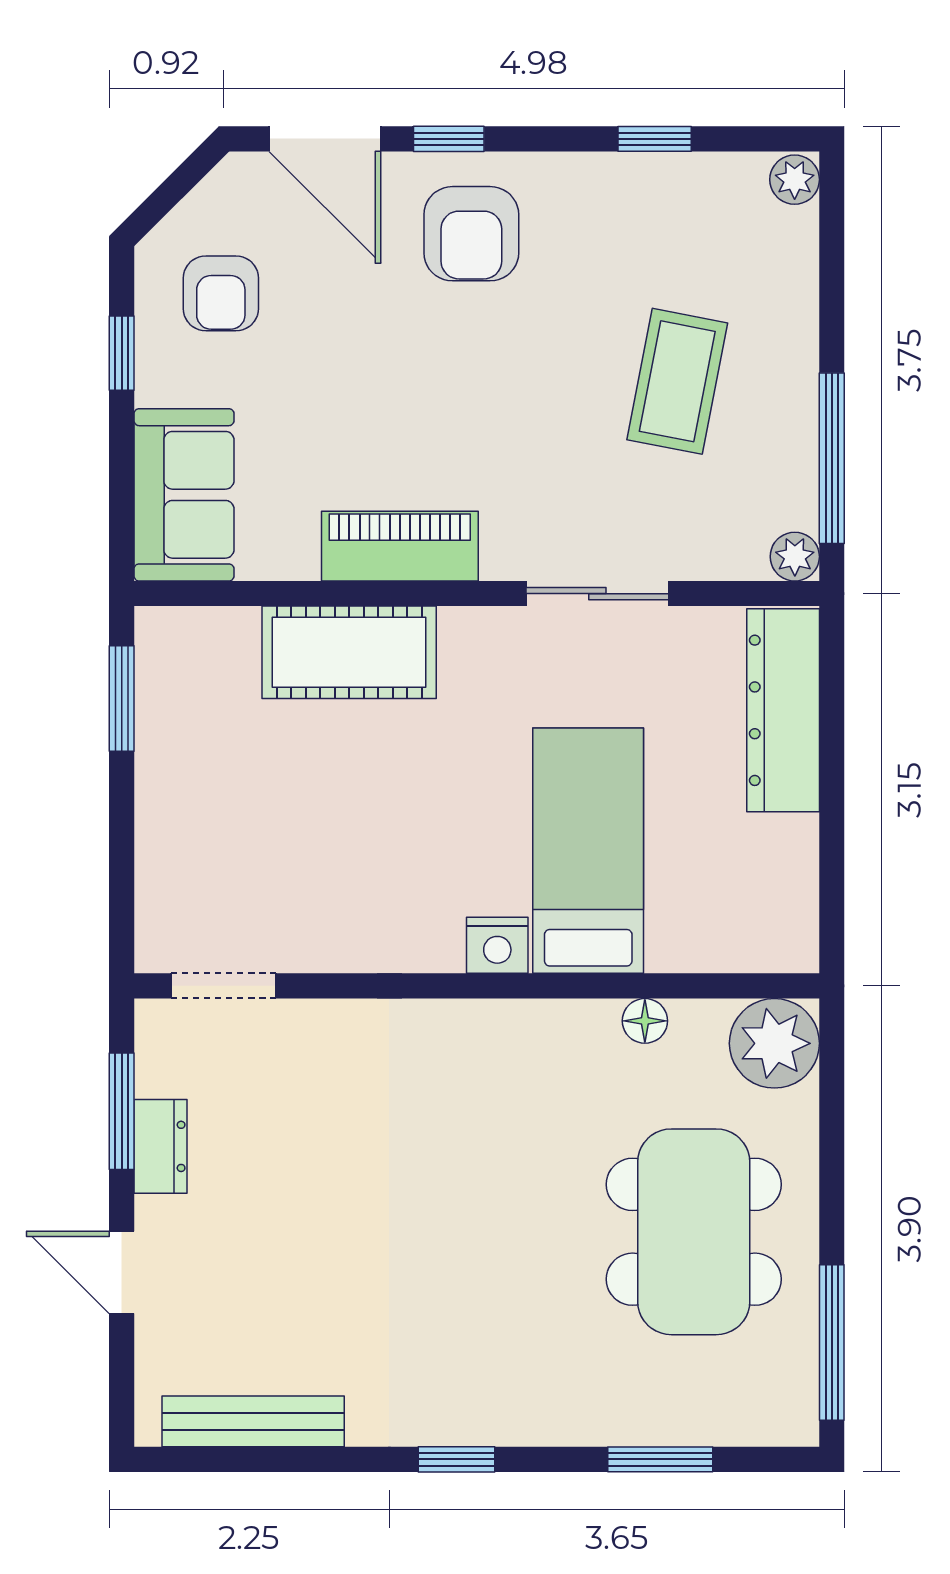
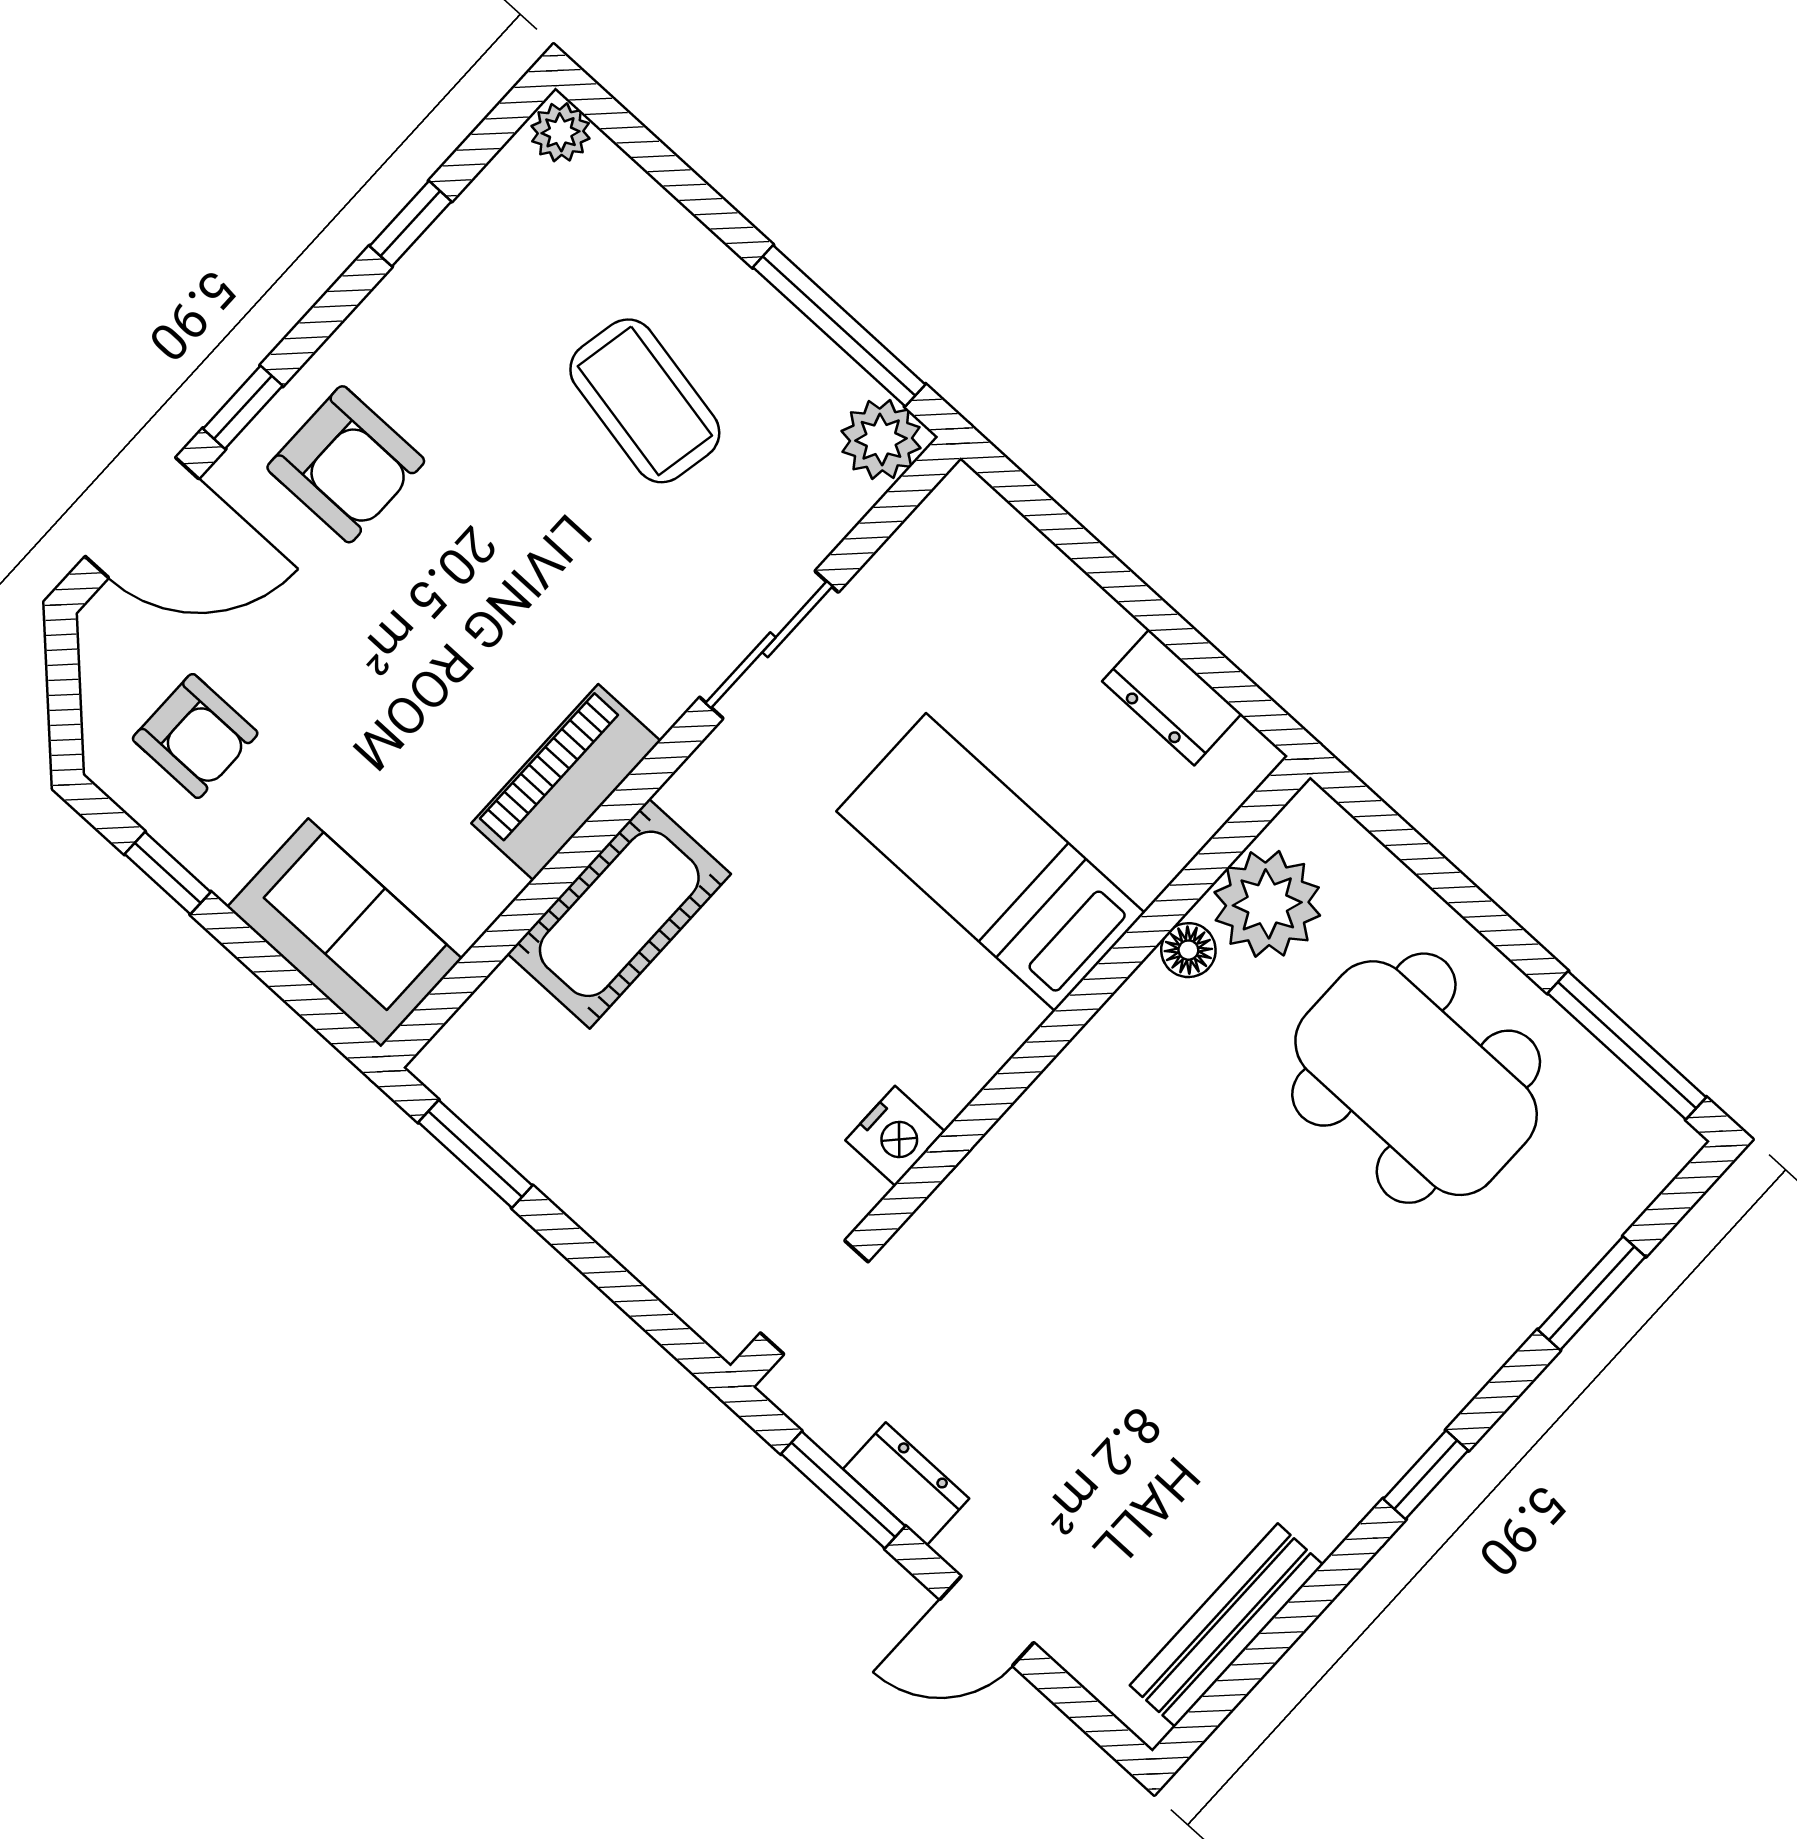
plant: (795, 557) -> (881, 439), width x1.38, depth x1.38
dresser: (783, 710) -> (1172, 698), moved, width x0.51, depth x0.80
nightstand: (497, 945) -> (895, 1136), moved
plant: (774, 1043) -> (1267, 904), moved

